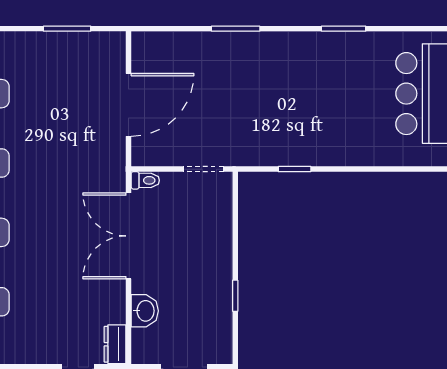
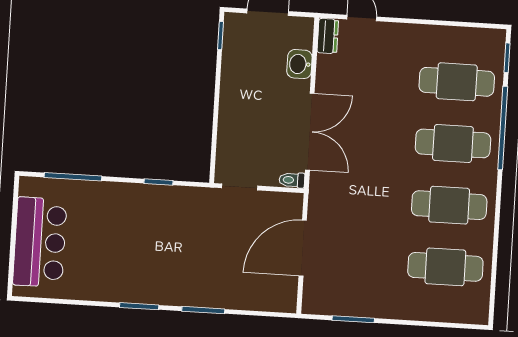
window: (344, 29) -> (139, 306), moved
window: (391, 169) -> (73, 177), added
window: (235, 296) -> (221, 36), moved

